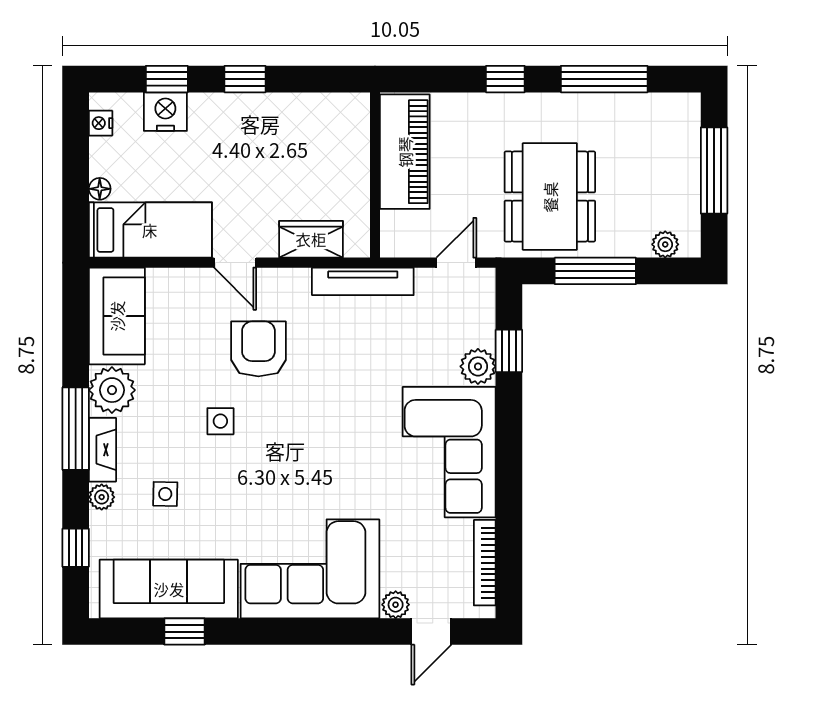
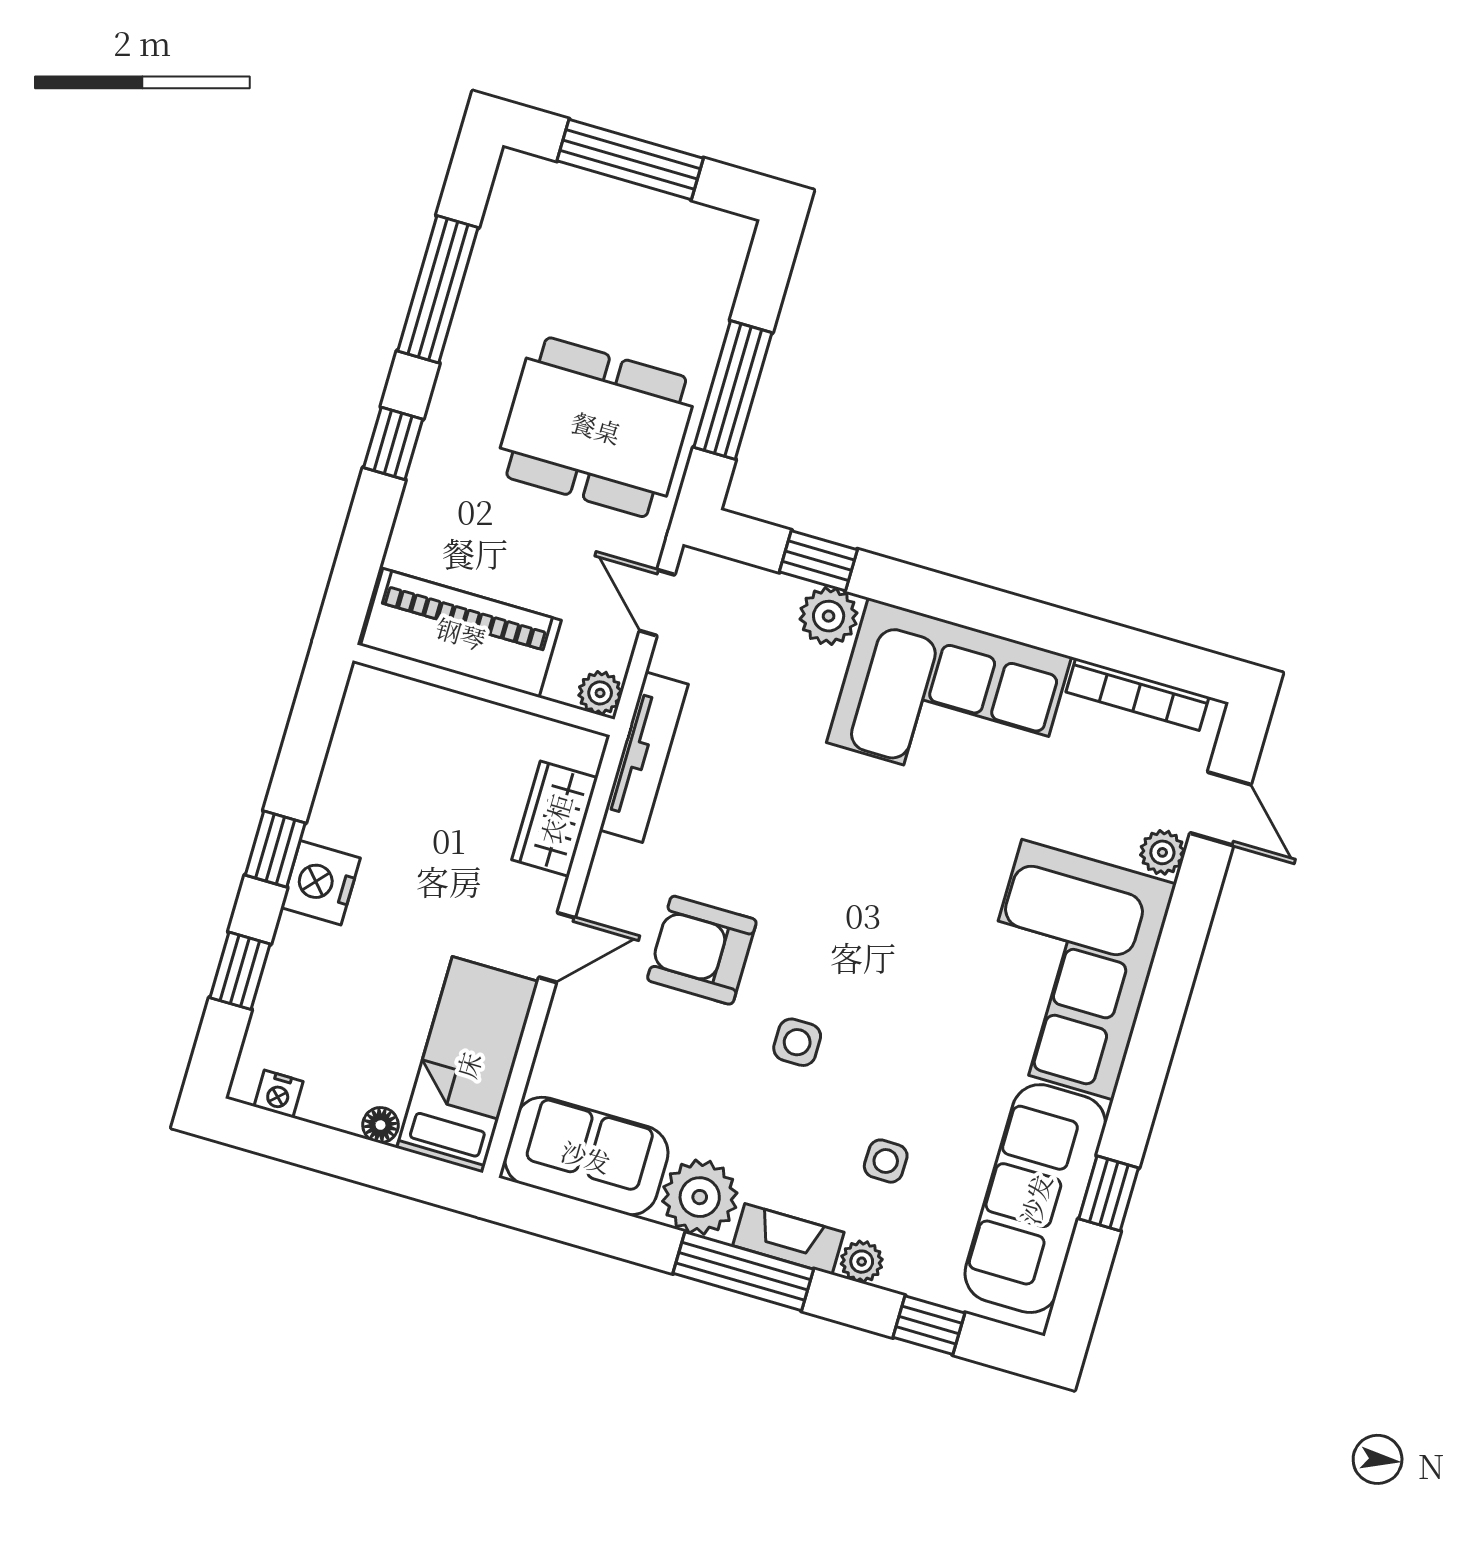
nightstand: (165, 112) -> (321, 883), moved
plant: (665, 244) -> (600, 693), moved

